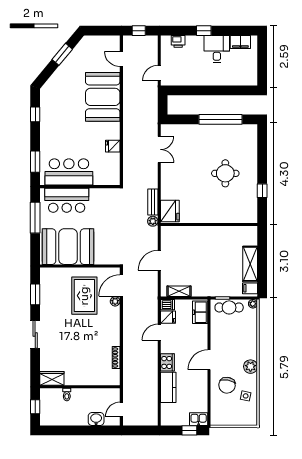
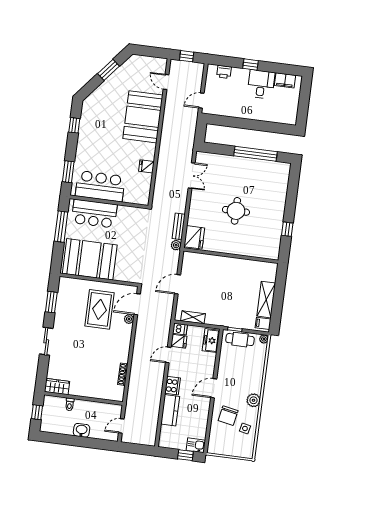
round table: (225, 173) -> (236, 211), moved
washbasin: (96, 419) -> (82, 430), moved

